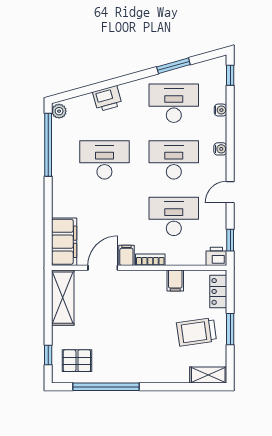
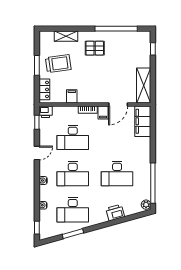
pallet: (77, 361) -> (95, 48), moved
shelving: (208, 375) -> (66, 36), moved

